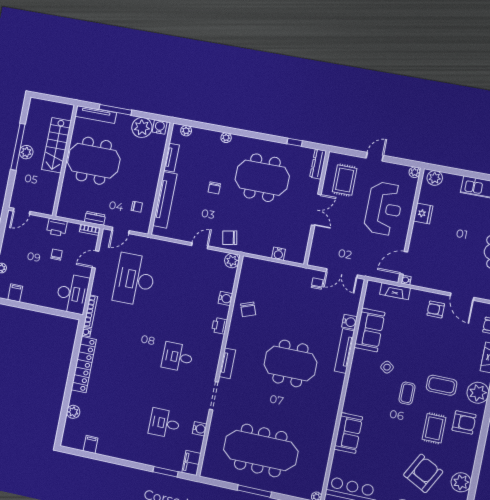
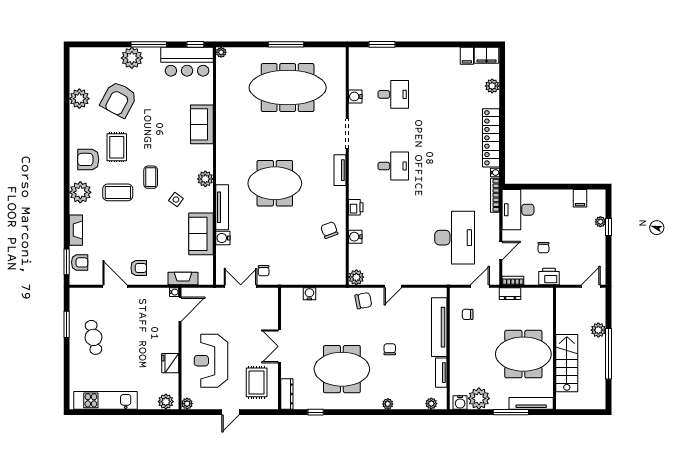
plant: (26, 152) -> (598, 330), moved
plant: (355, 381) -> (205, 179), added
filing cabinet: (191, 463) -> (487, 55), moved, turned 90

